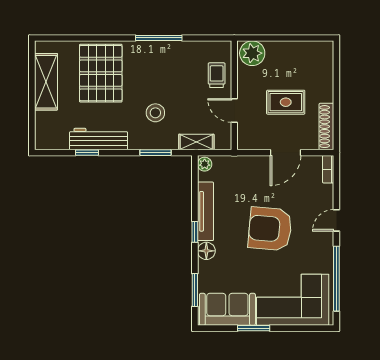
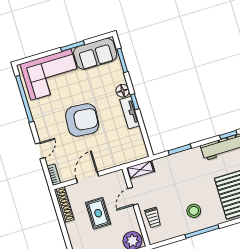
rug: (286, 102) -> (98, 213), turned 90
door: (234, 110) -> (133, 196), swing flipped
stool: (155, 113) -> (194, 211), moved
shelving: (196, 142) -> (140, 170), moved
plant: (205, 164) -> (142, 152), removed
tv unit: (206, 211) -> (130, 113), width x0.71
door: (336, 220) -> (40, 151), moved

